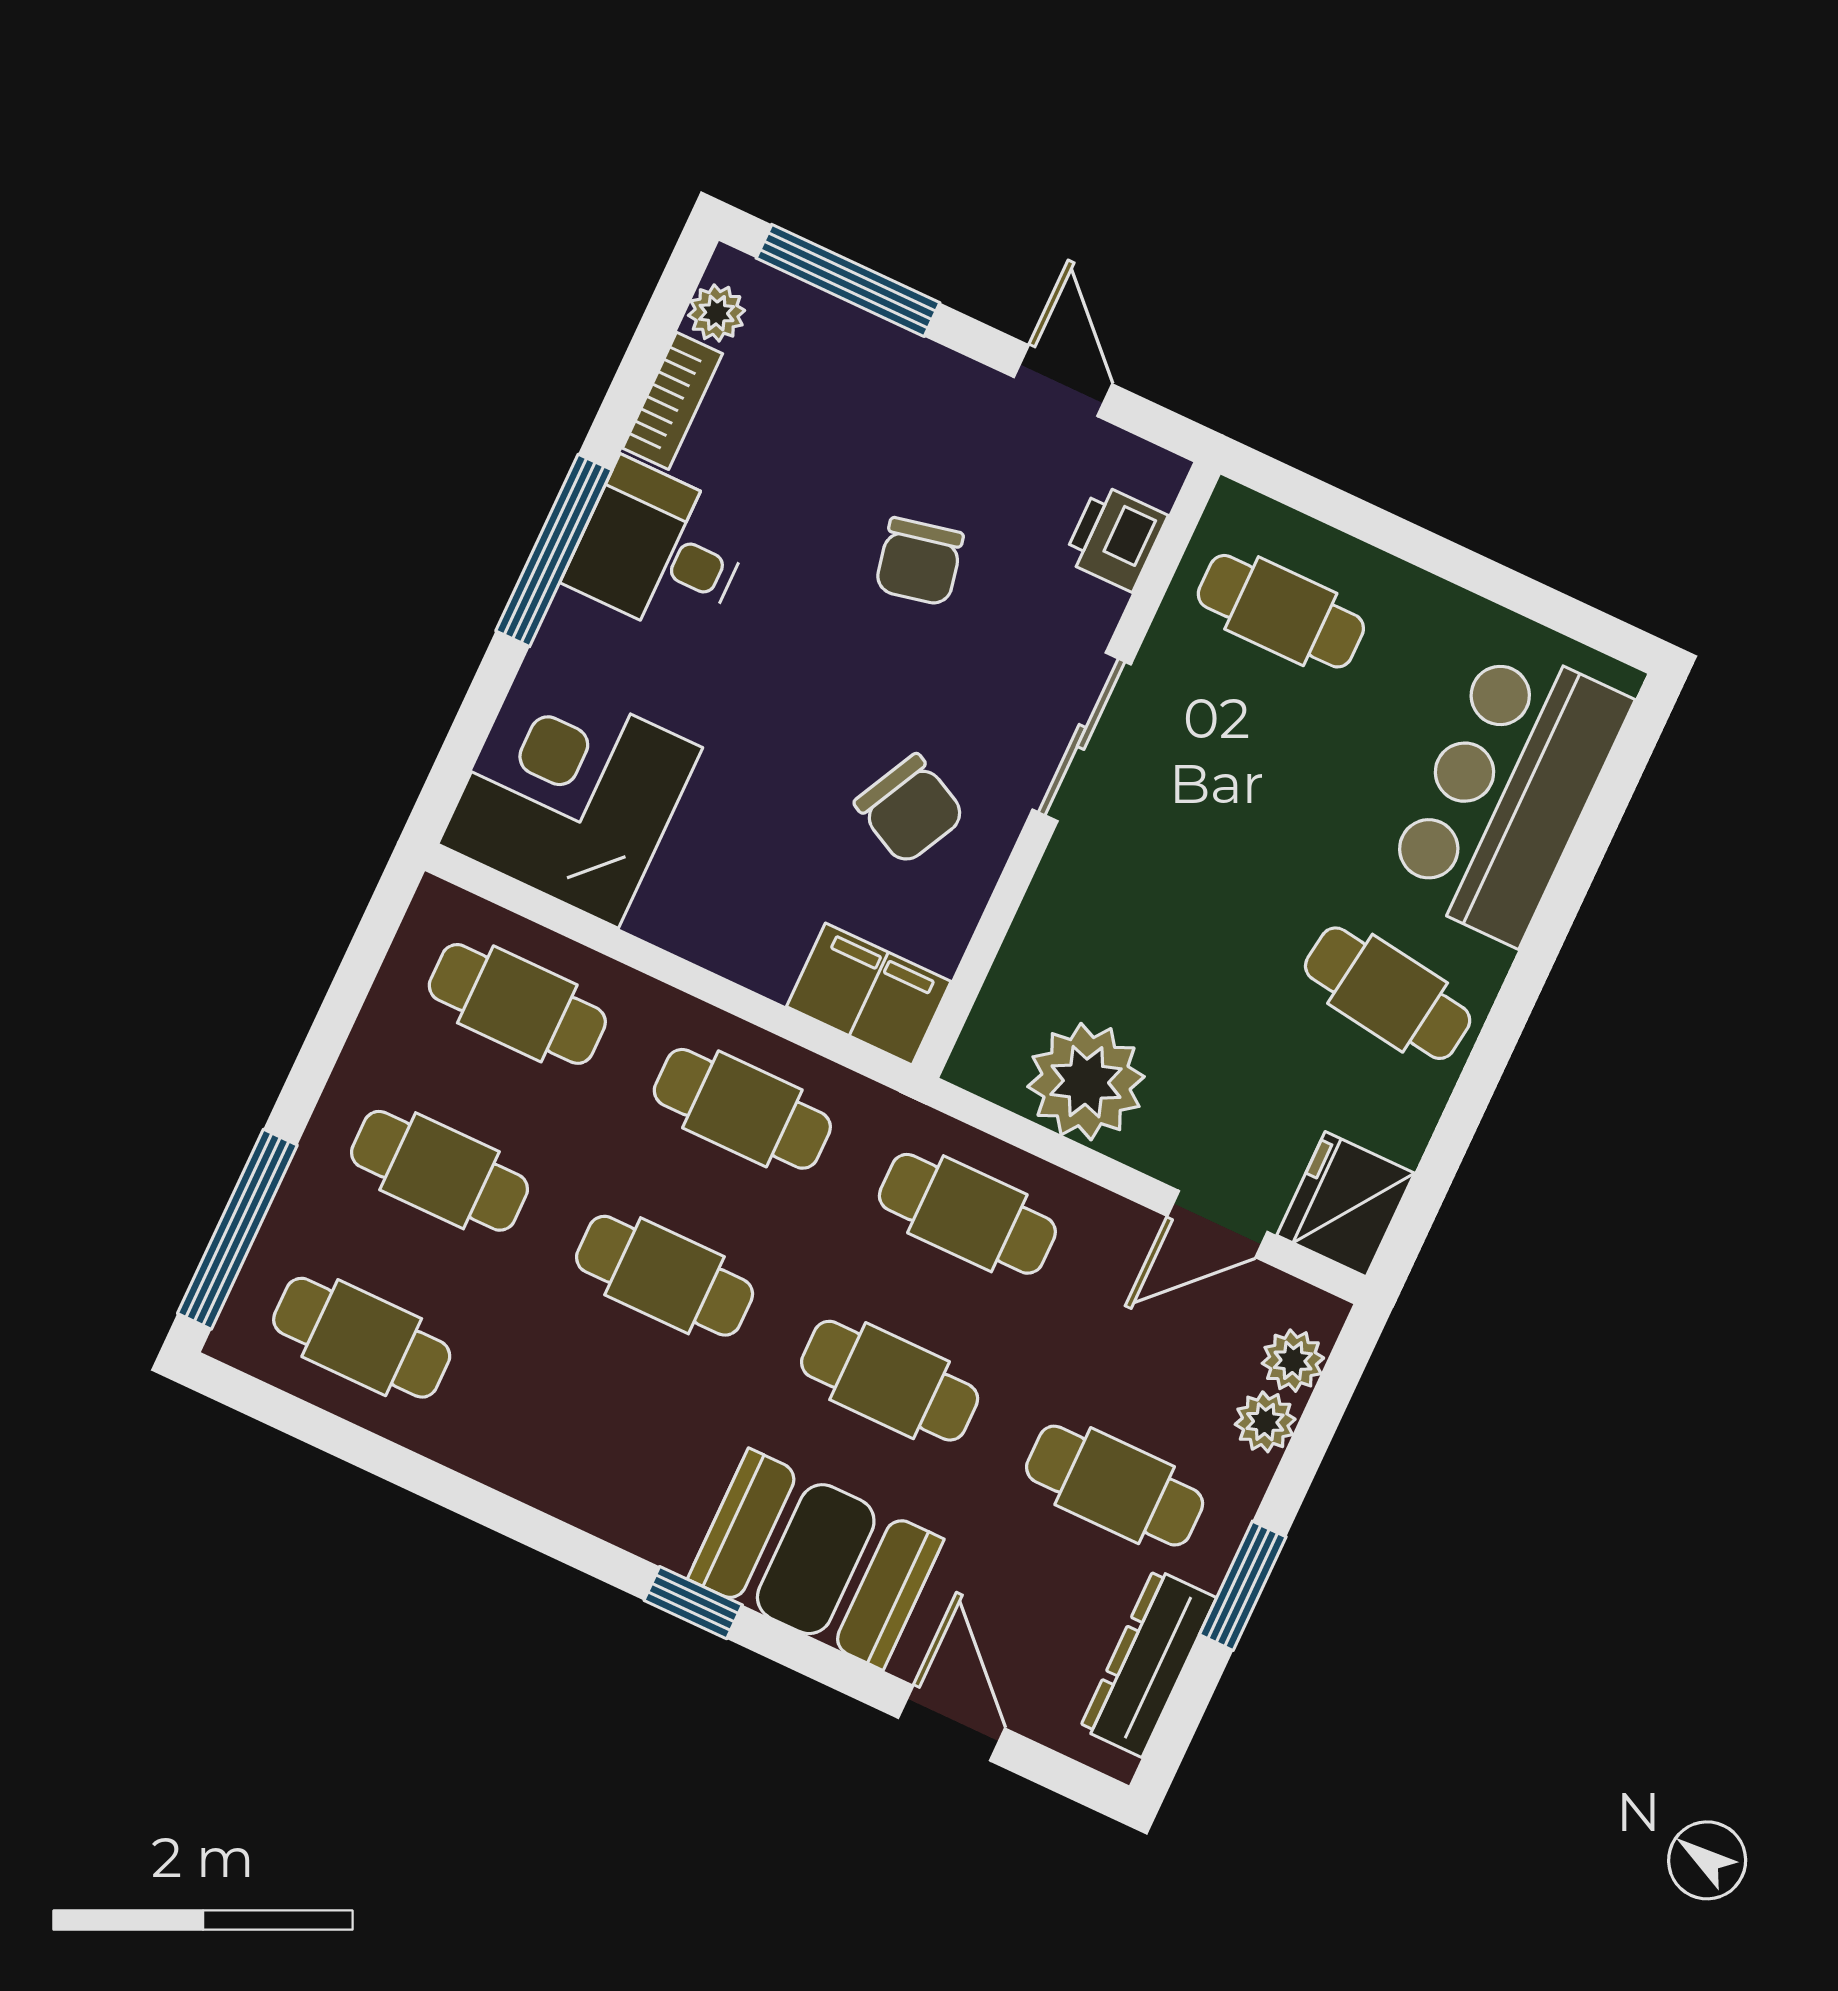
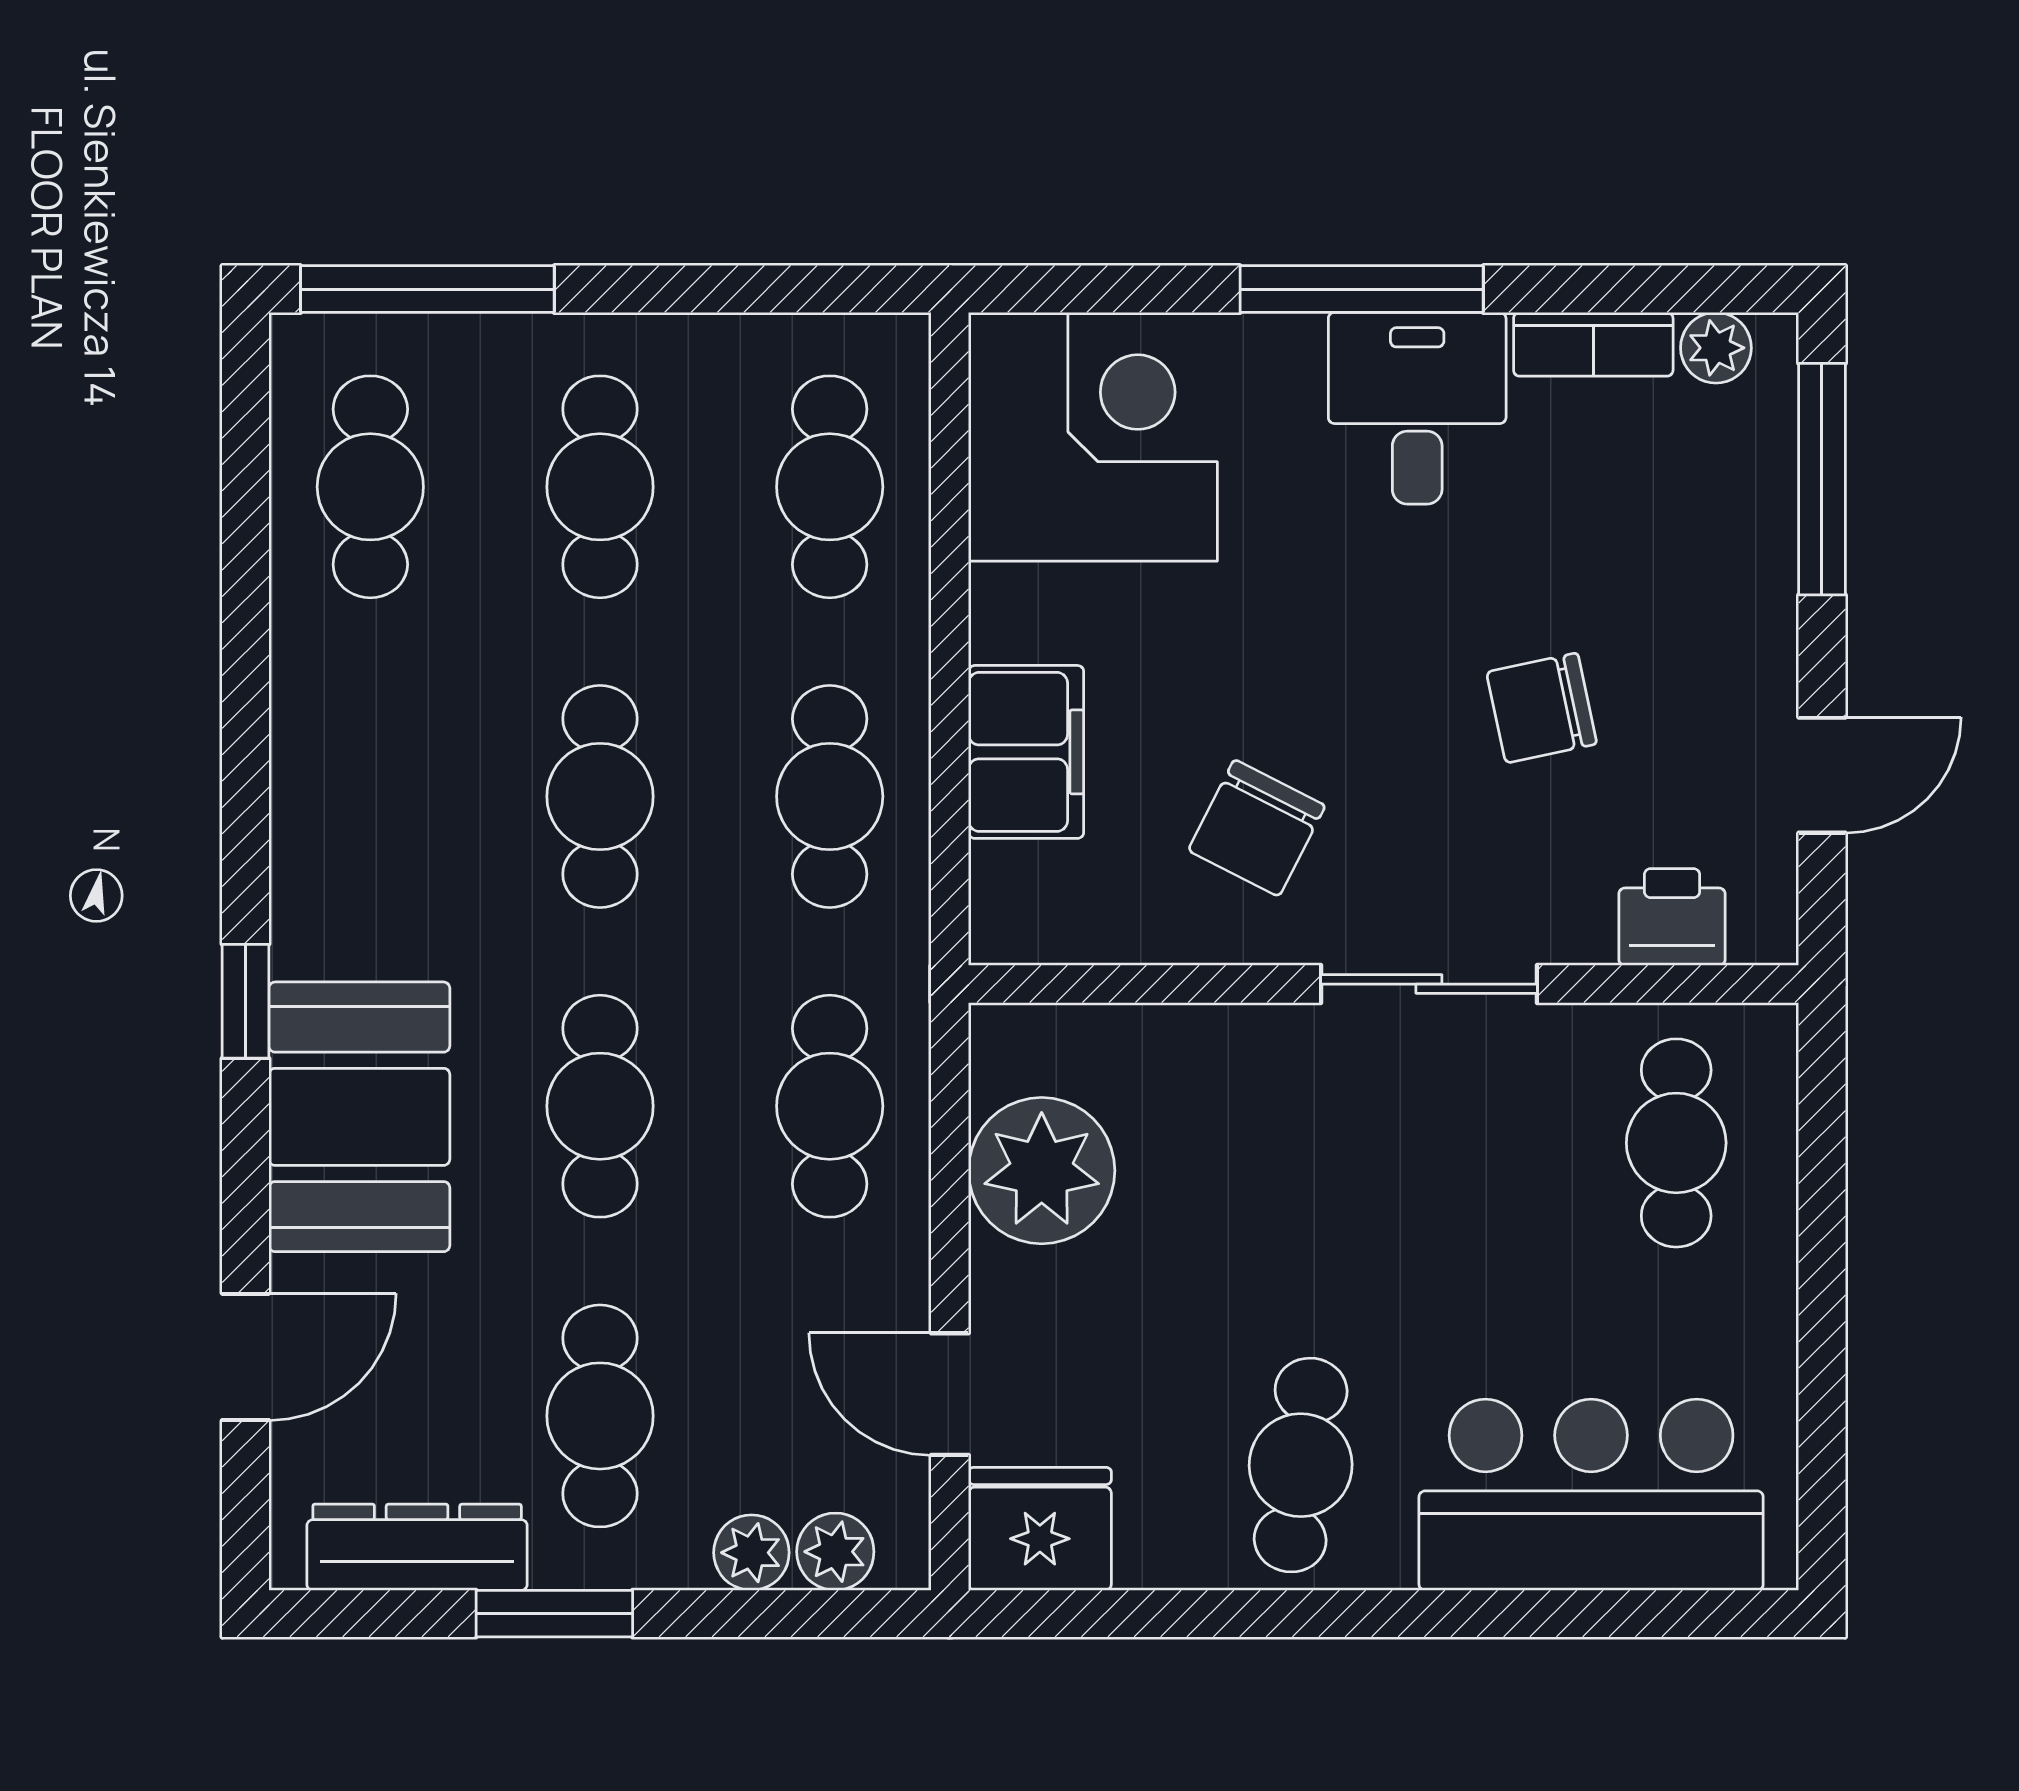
filing cabinet: (869, 994) -> (1026, 752), moved

